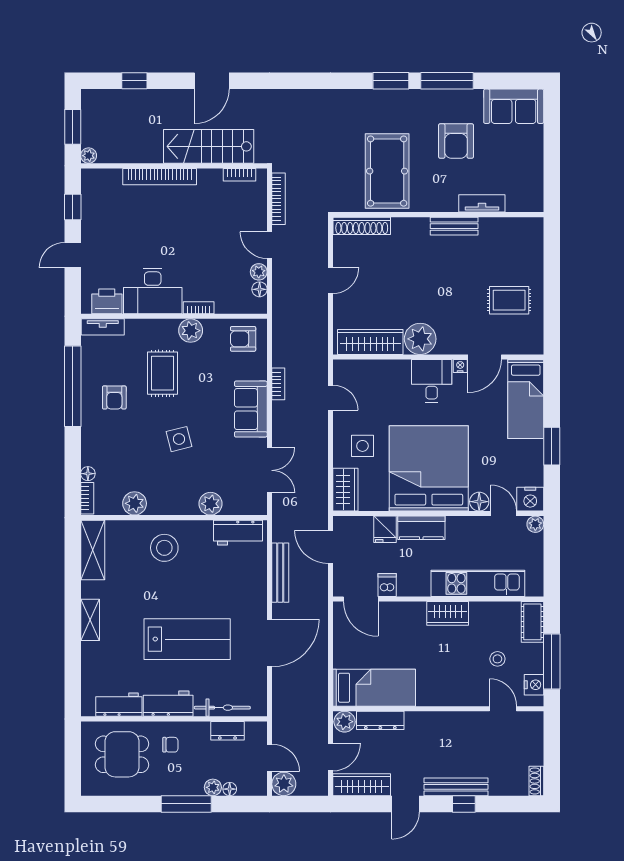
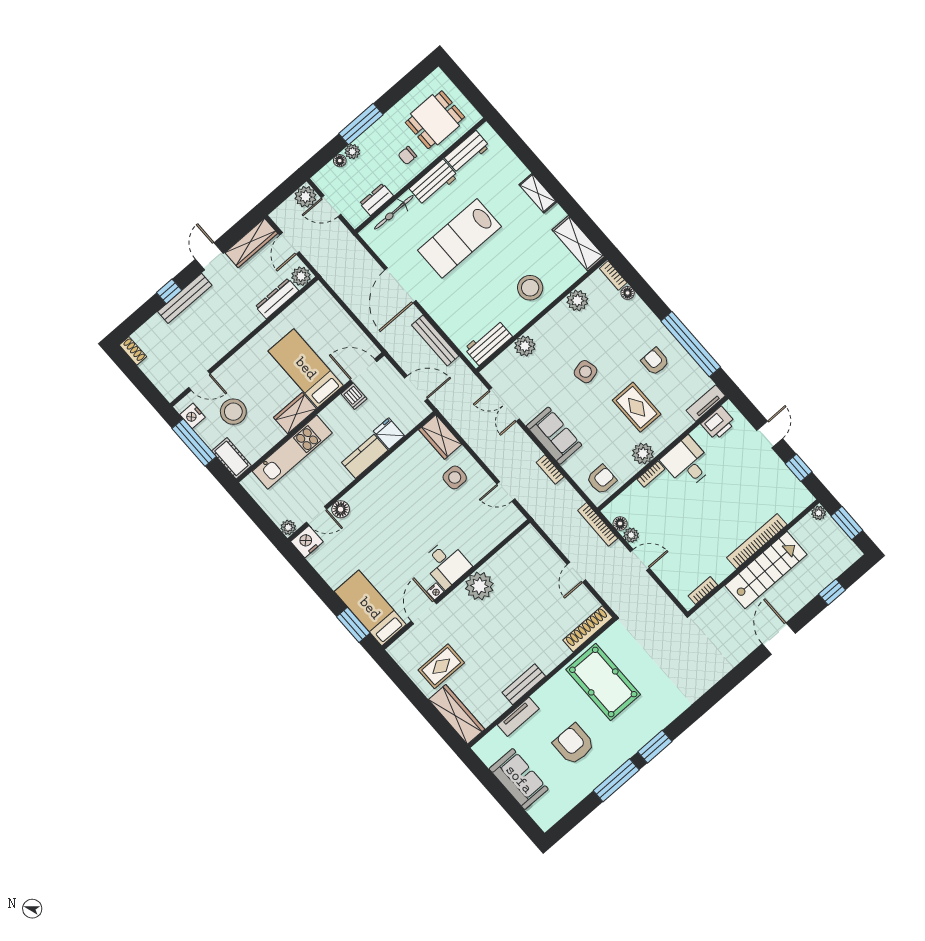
sofa: (514, 106) -> (519, 779), moved, turned 90
stairs: (209, 146) -> (766, 570), moved
bookcase: (279, 199) -> (598, 524), moved
desk: (153, 291) -> (687, 463), width x0.73
wardrobe: (370, 342) -> (457, 714), moved, turned -90
window: (552, 446) -> (353, 625), moved
bed: (429, 468) -> (395, 502), removed
stool: (497, 659) -> (233, 412), width x1.89, depth x1.89
bed: (374, 688) -> (306, 368), moved, turned 90

